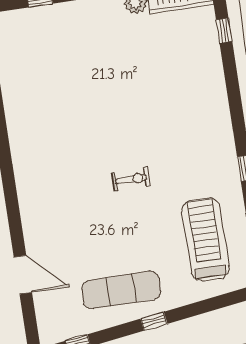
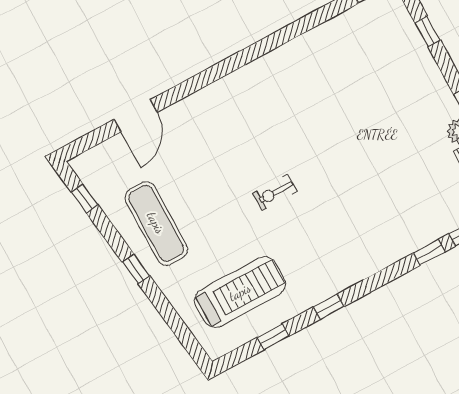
window: (229, 66) -> (429, 252), added
exercise bike: (131, 179) -> (275, 193), turned 90

